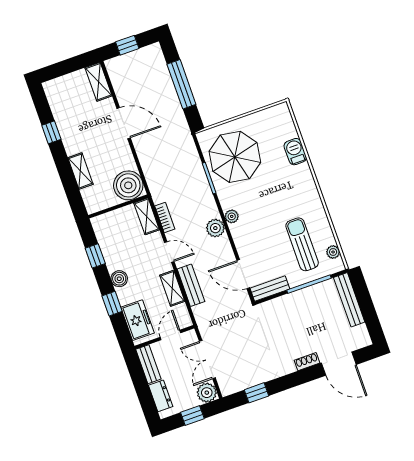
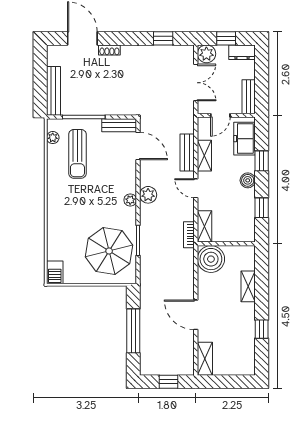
barbecue: (295, 152) -> (55, 272), moved
bookcase: (165, 217) -> (189, 235), moved
dresser: (161, 396) -> (242, 52), moved, turned -90

